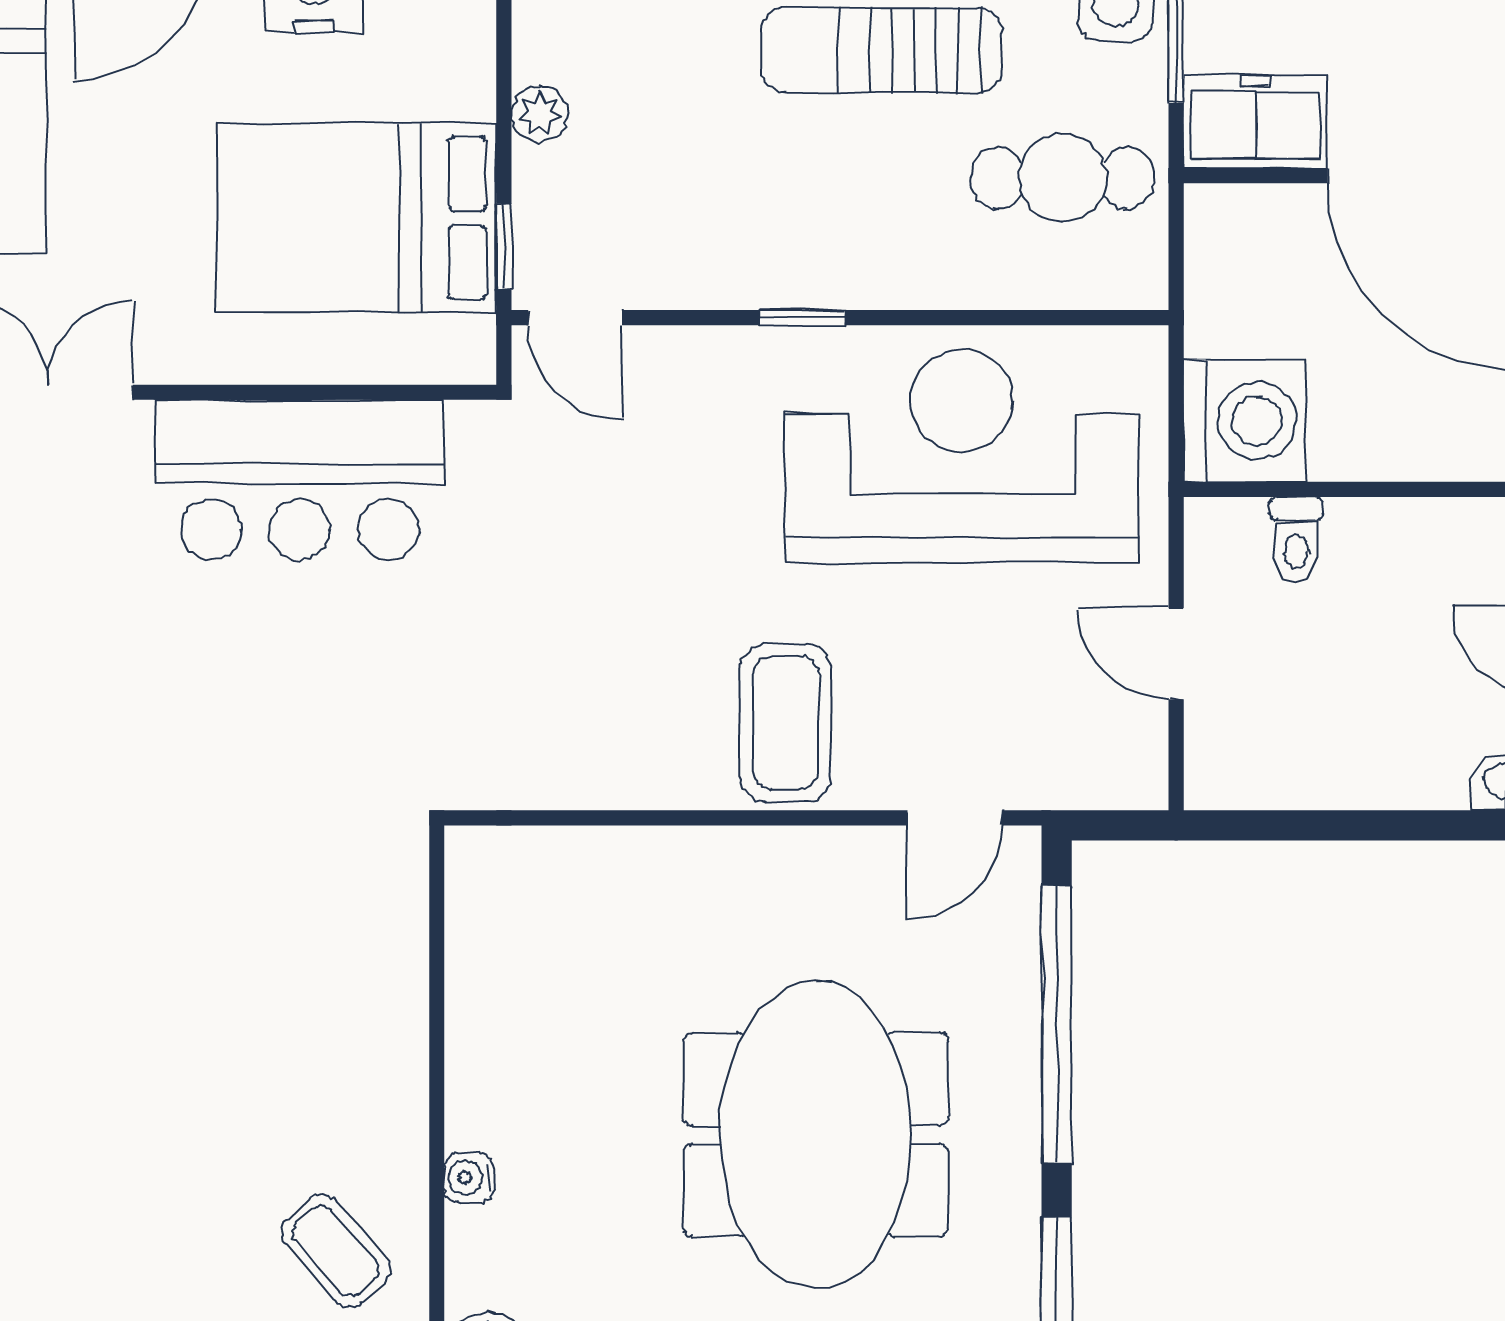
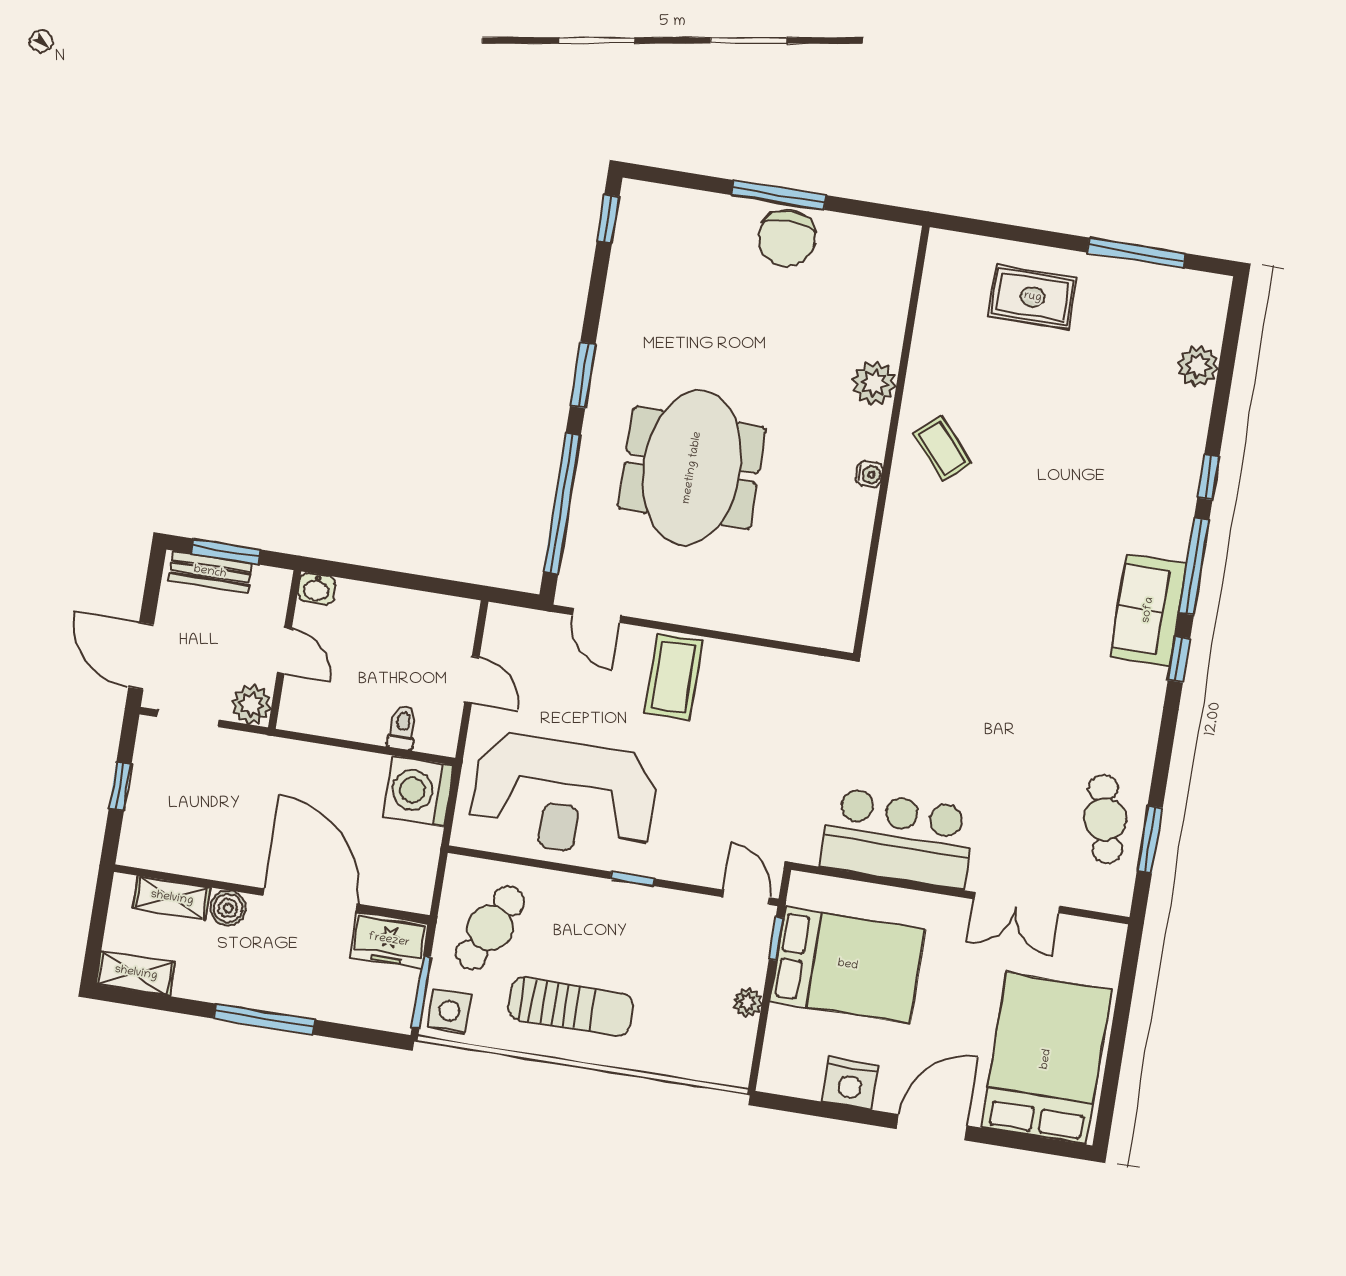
cafe table: (1063, 178) -> (490, 928), turned -64
door: (955, 818) -> (596, 615), swing flipped

